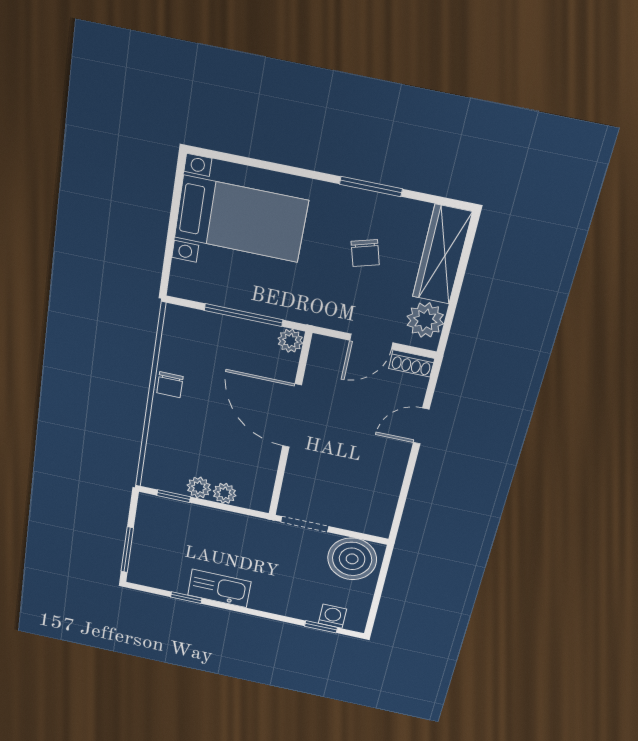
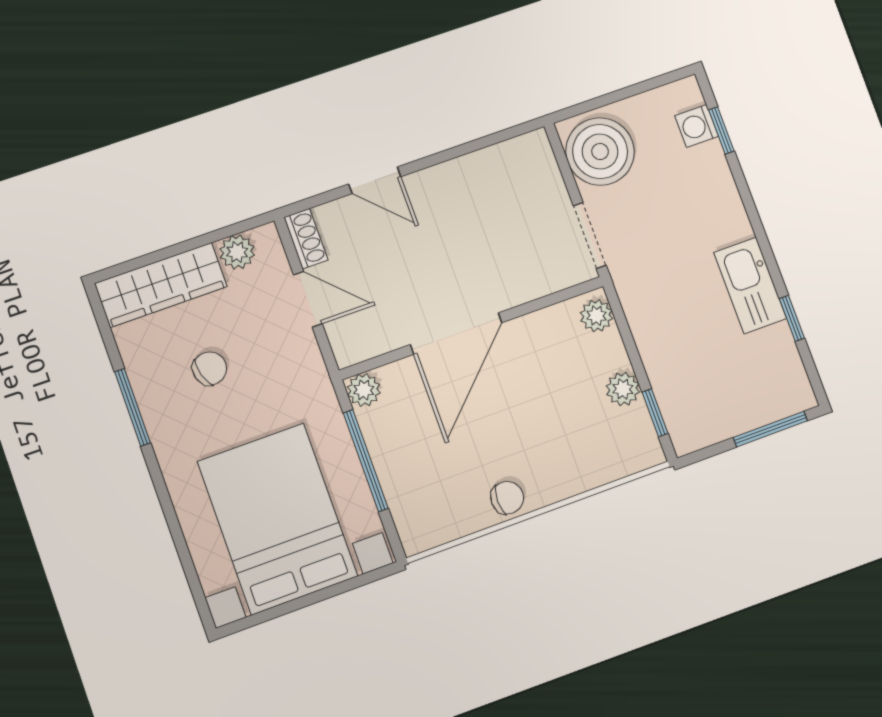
bed with nightstands: (241, 219) -> (278, 519), width x1.36
plant: (425, 320) -> (237, 252), width x0.73, depth x0.73
plant: (225, 493) -> (597, 316), moved

